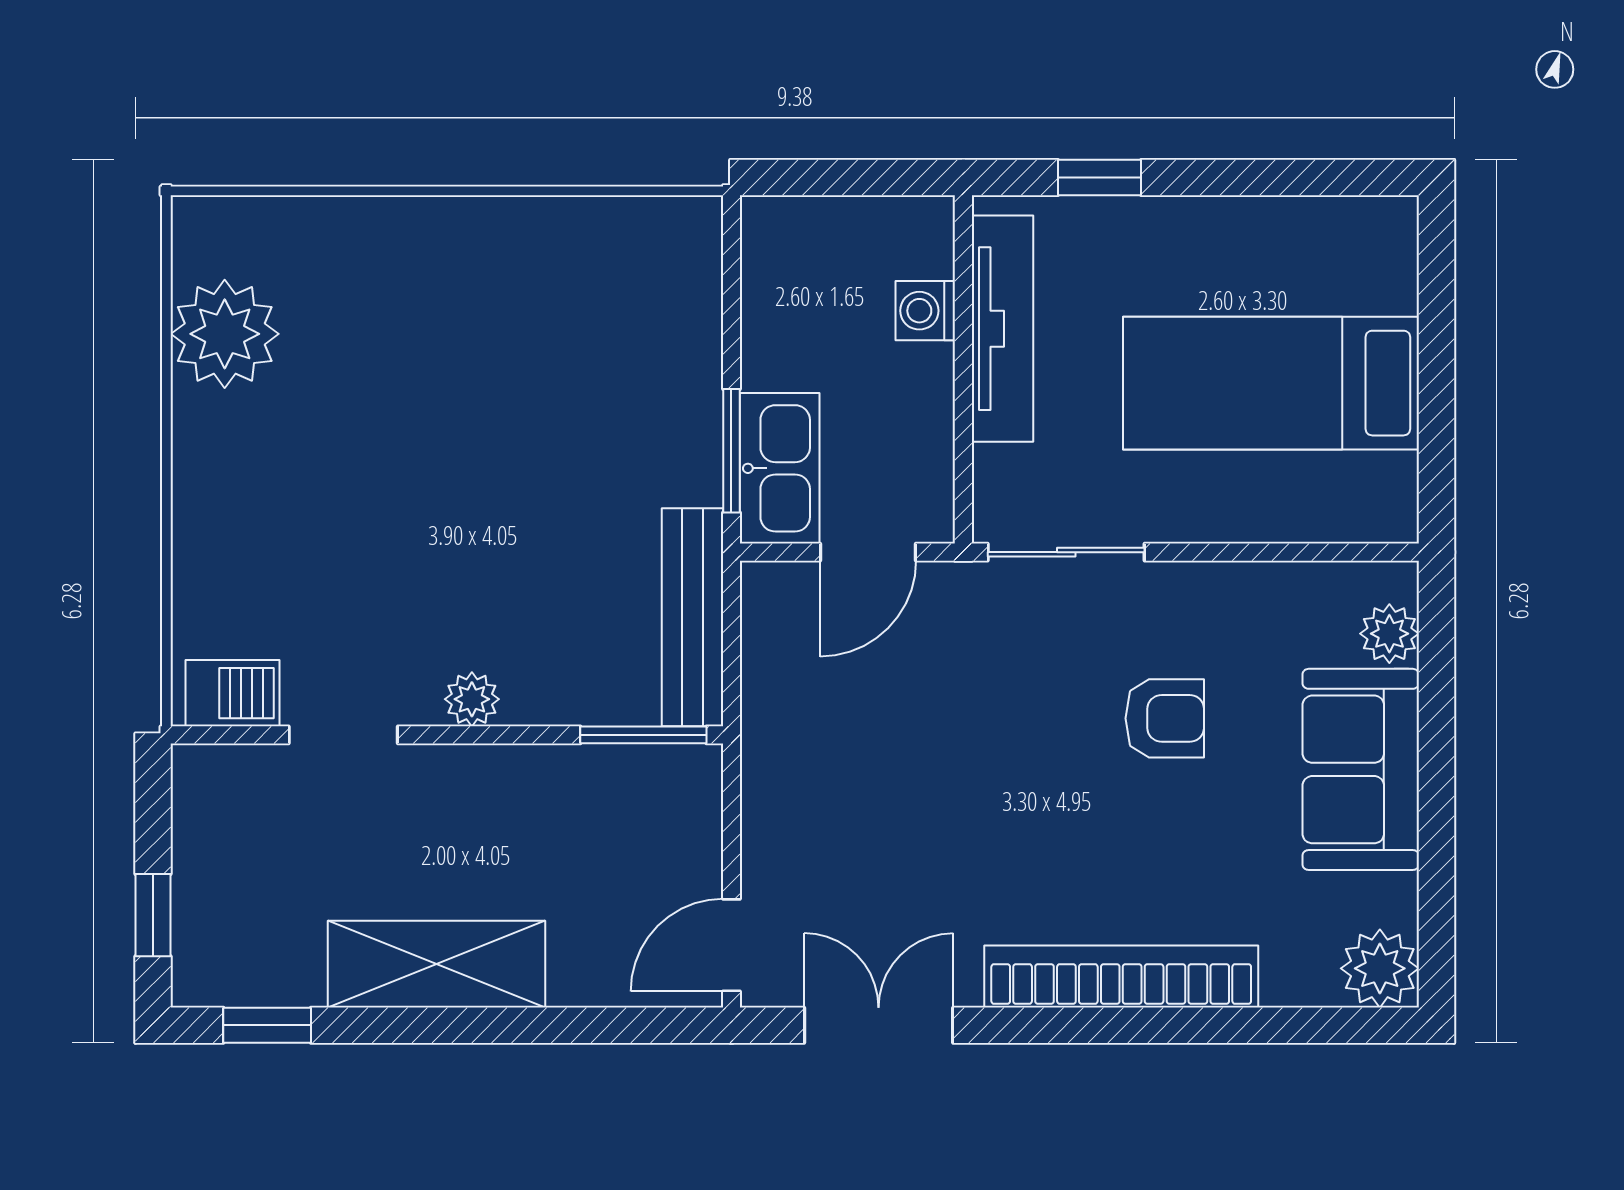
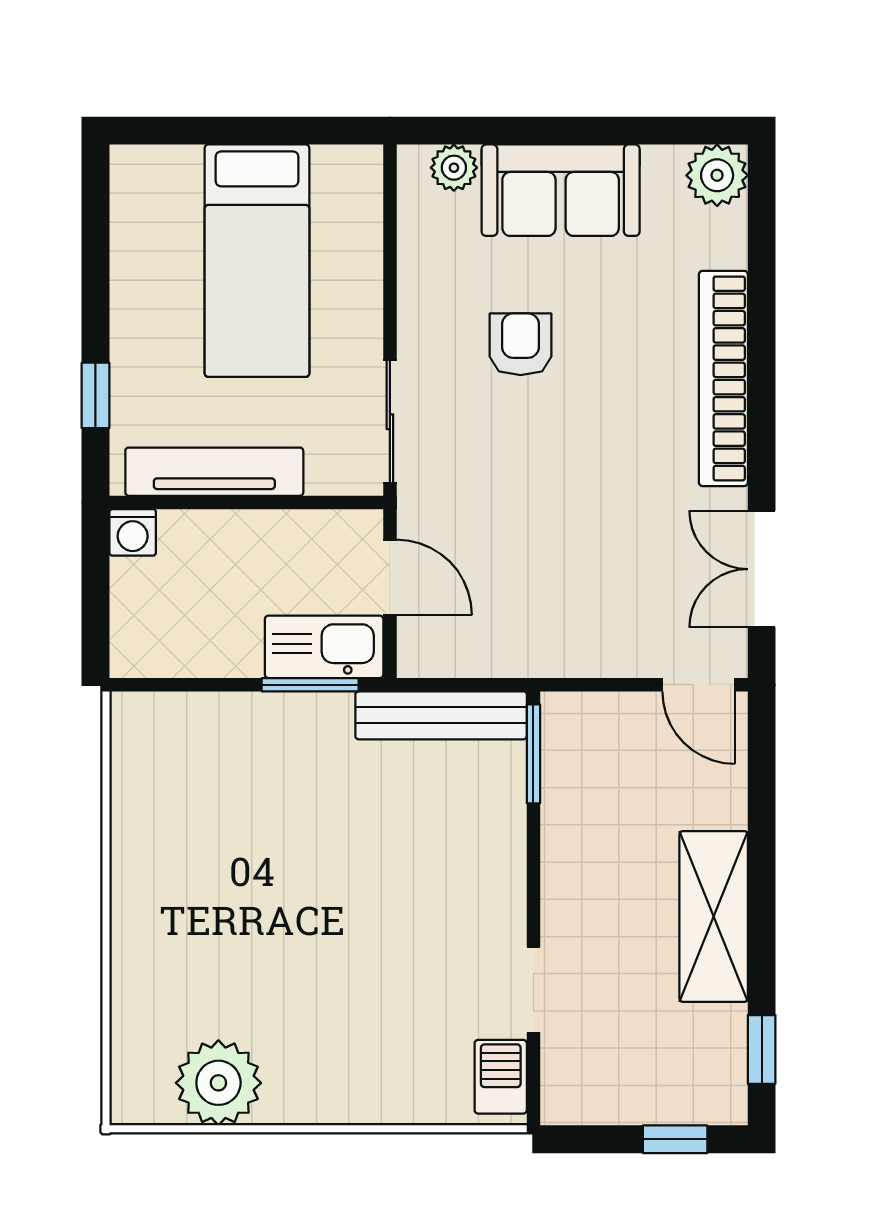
washing machine: (925, 311) -> (133, 532), moved
plant: (472, 699) -> (505, 889), removed

